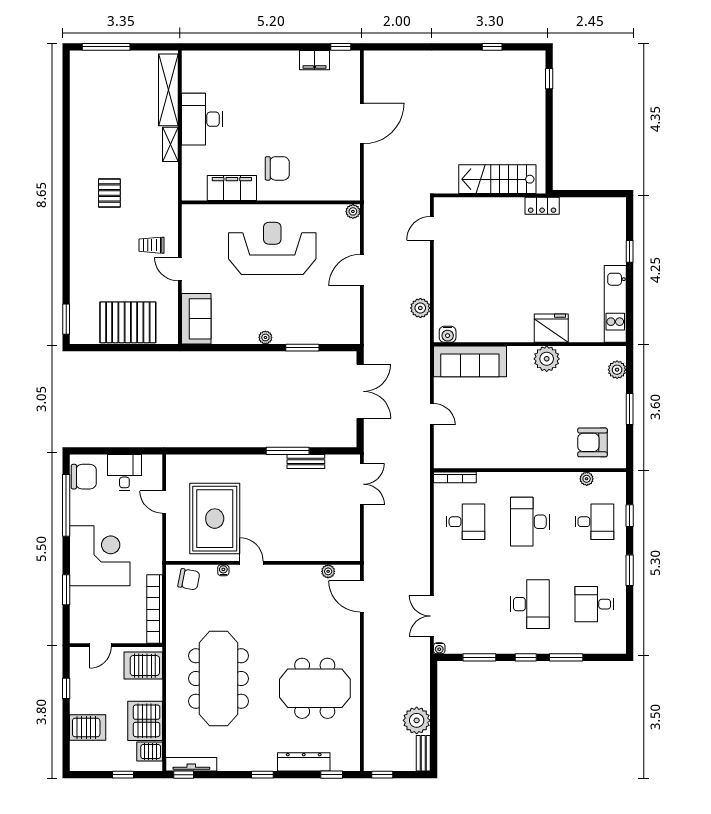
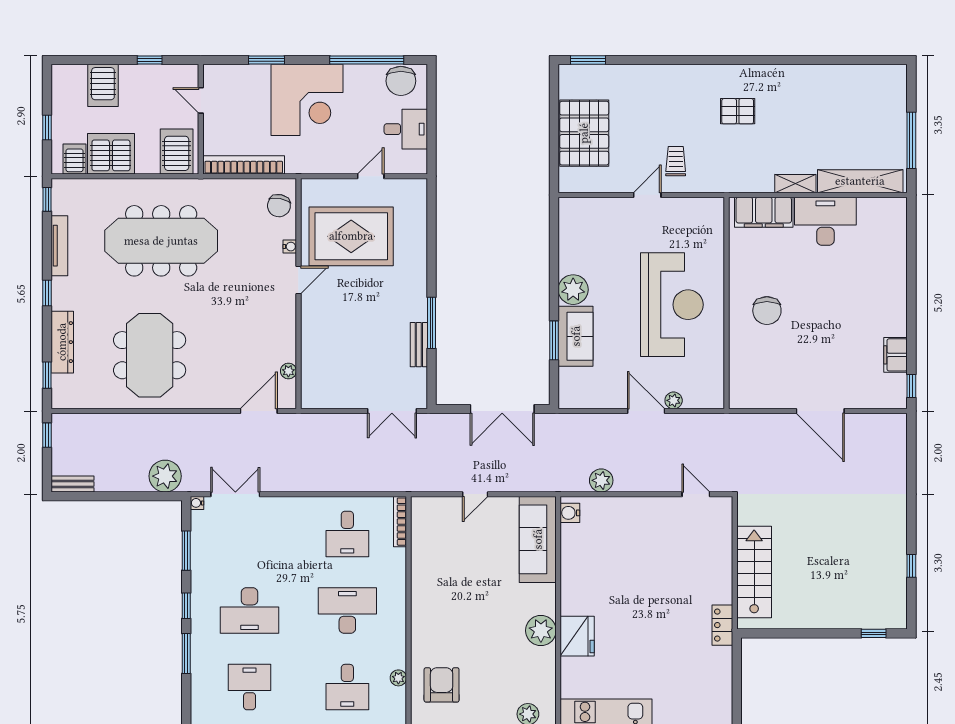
window: (106, 47) -> (911, 140), moved
filing cabinet: (232, 188) -> (764, 212), moved, turned 90
plant: (353, 211) -> (674, 400), moved
sofa: (196, 319) -> (576, 336), moved, turned -90
plant: (265, 337) -> (573, 290), width x1.88, depth x1.88
plant: (417, 720) -> (165, 476), moved
tv unit: (191, 764) -> (59, 246), moved

